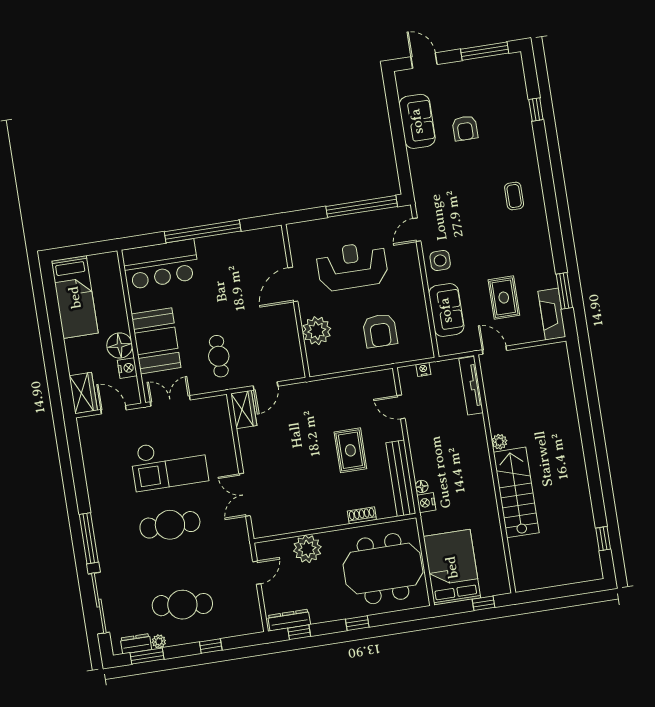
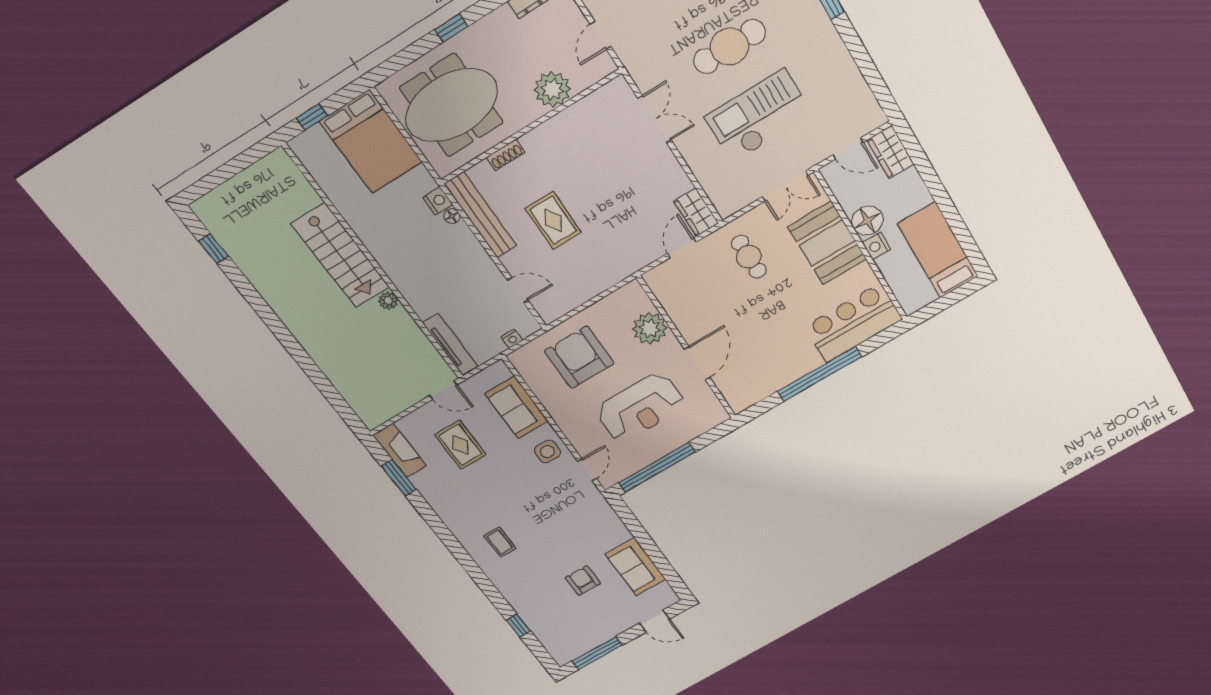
armchair: (380, 331) -> (579, 357), width x1.36, depth x1.36
nightstand: (127, 368) -> (876, 246), moved

